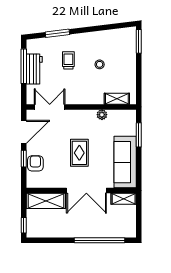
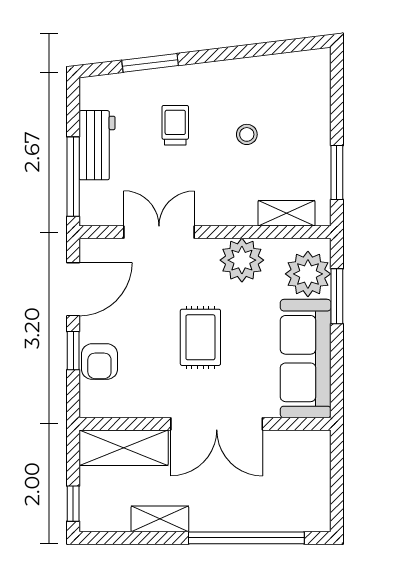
window: (139, 41) -> (337, 172), moved
window: (24, 66) -> (73, 177), moved
double door: (50, 107) -> (159, 232), moved
plant: (102, 115) -> (242, 260), width x1.88, depth x1.88
plant: (126, 125) -> (308, 274), added
armchair: (35, 163) -> (99, 362), turned 180
shelving: (124, 199) -> (160, 519), moved

